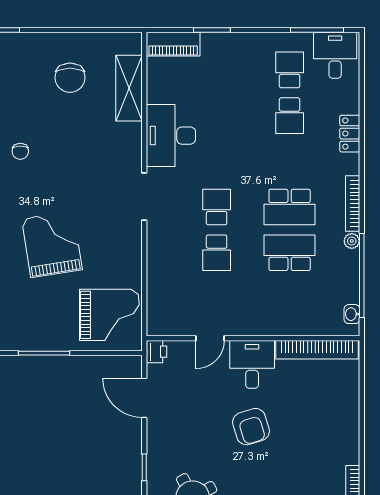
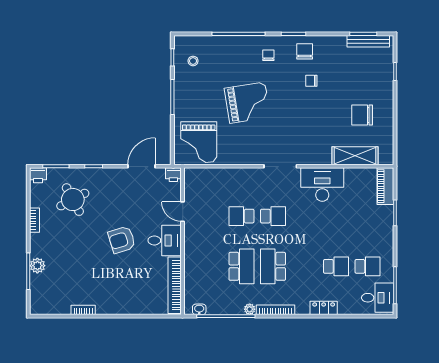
school desk: (290, 116) -> (336, 266), turned 180

